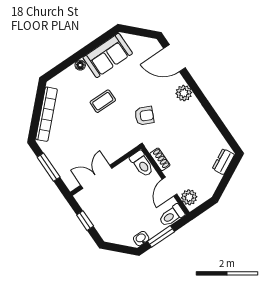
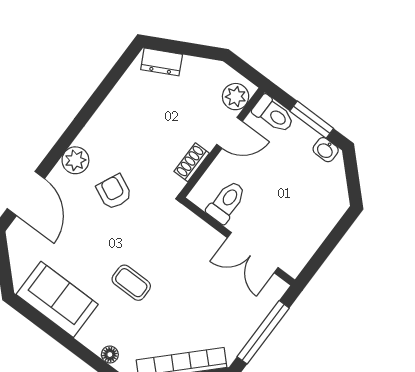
floor lamp: (80, 65) -> (110, 355), moved
armchair: (144, 116) -> (114, 192), moved
toilet: (142, 164) -> (226, 202), moved
window: (49, 167) -> (263, 332), width x1.44
window: (85, 221) -> (327, 247), removed

